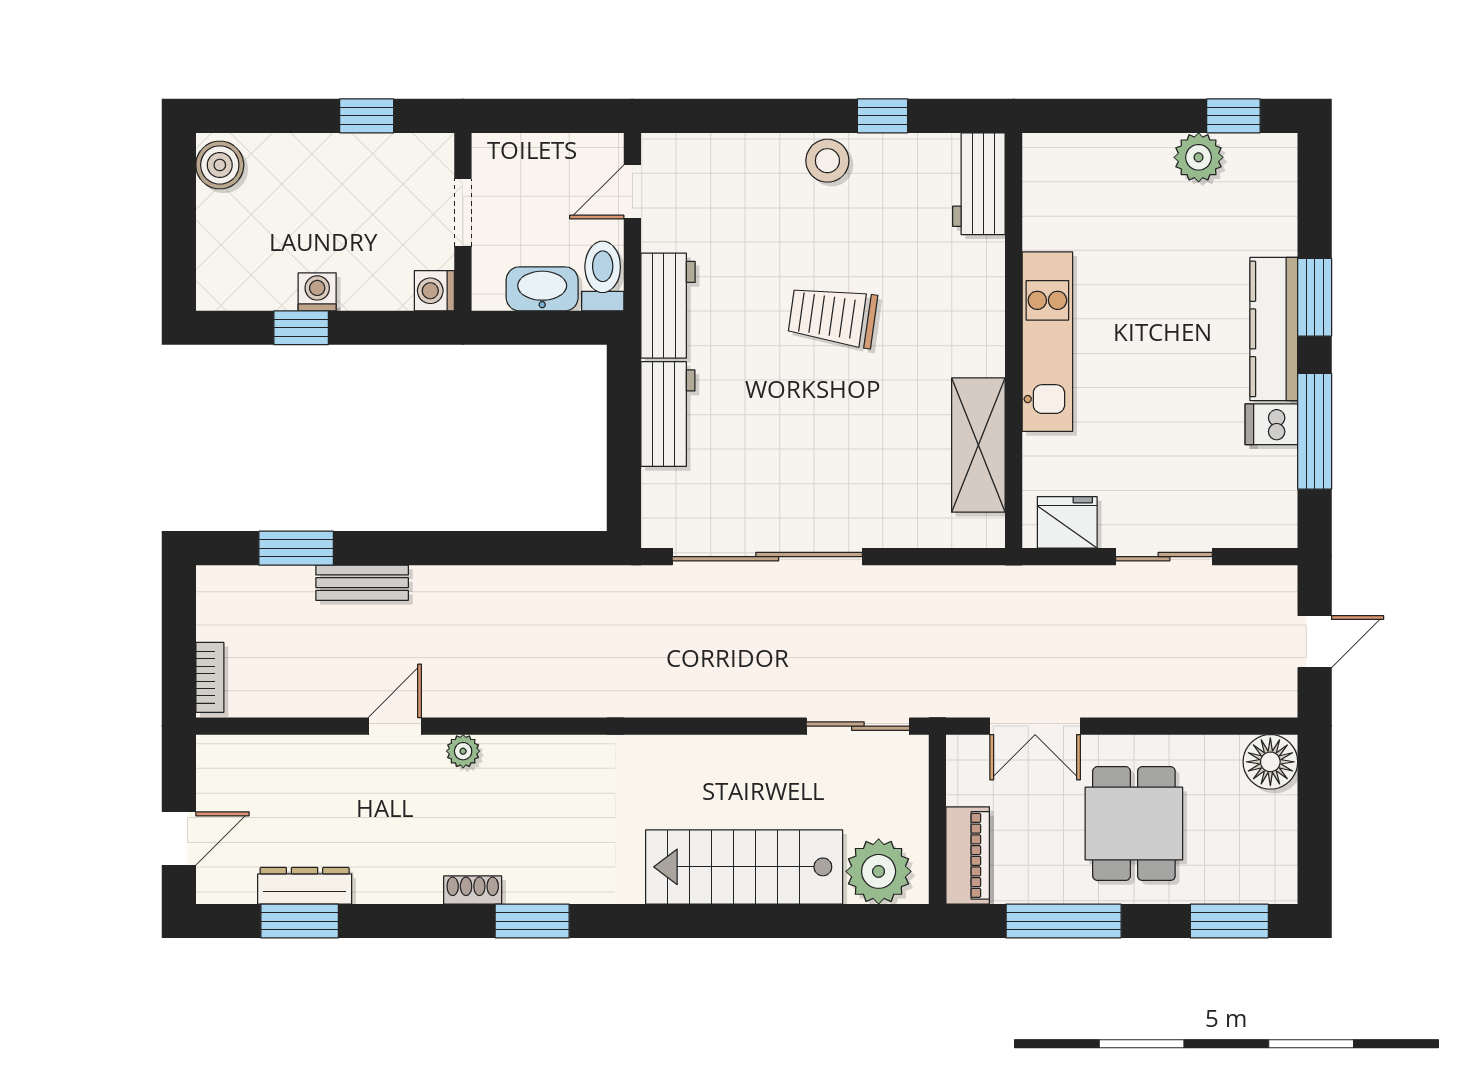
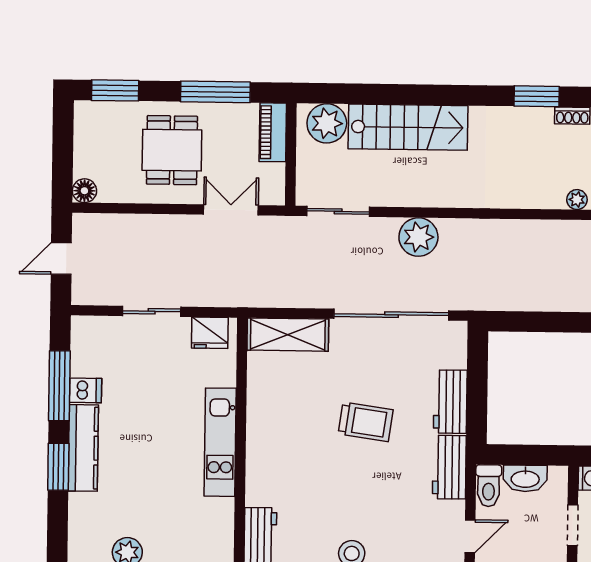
trolley: (833, 316) -> (366, 422), moved
shelving: (978, 445) -> (288, 335), moved, turned 90
plant: (724, 686) -> (418, 237), added
floor lamp: (1270, 762) -> (84, 191), width x0.73, depth x0.73

